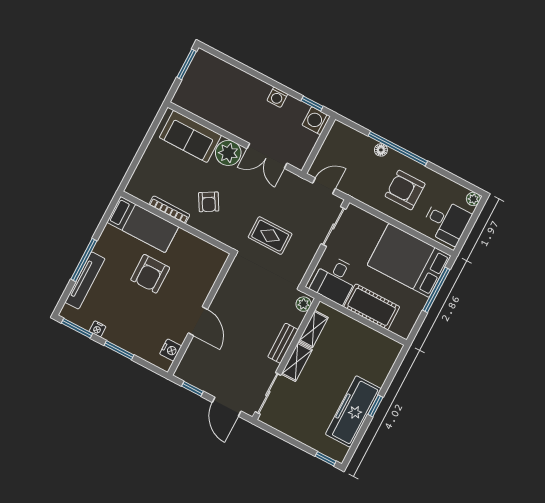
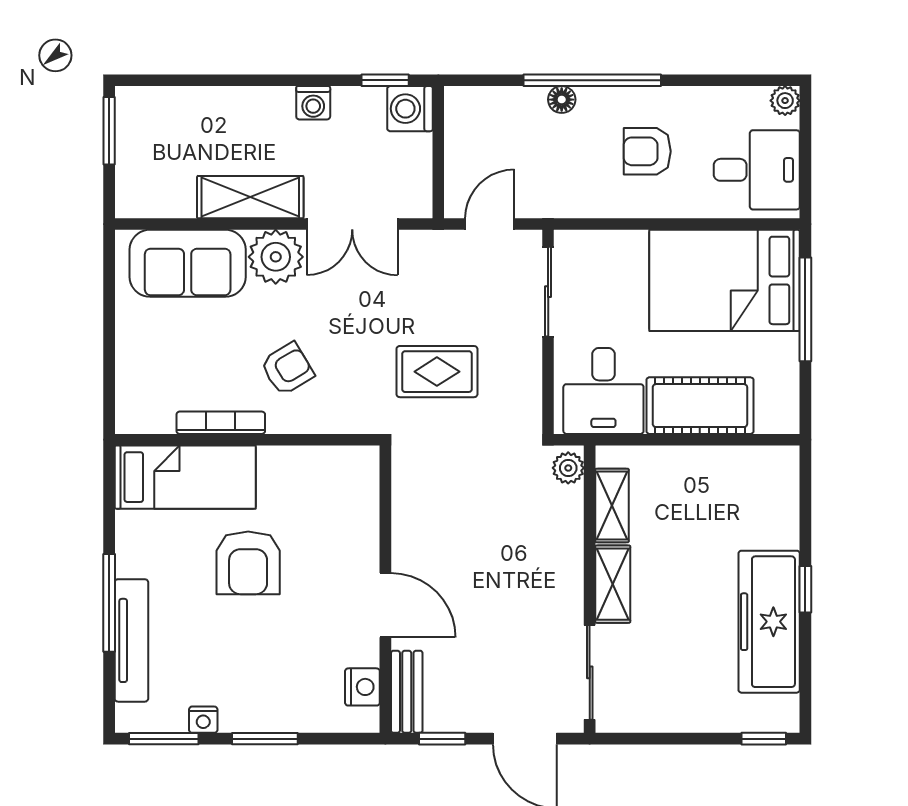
shelving: (231, 123) -> (250, 197), added
armchair: (405, 190) -> (647, 151), width x0.72, depth x0.72
armchair: (209, 202) -> (287, 369), turned -91
bench: (283, 343) -> (407, 692), moved

